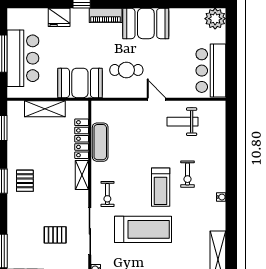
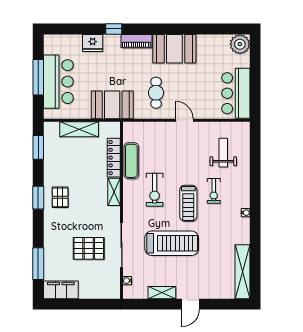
cafe table: (126, 70) -> (156, 93), turned 90
weight bench: (182, 122) -> (223, 153), moved, turned 90
exercise bike: (107, 194) -> (155, 190), moved, width x1.38, depth x1.39
pallet: (55, 235) -> (89, 248), width x1.50, depth x1.42

